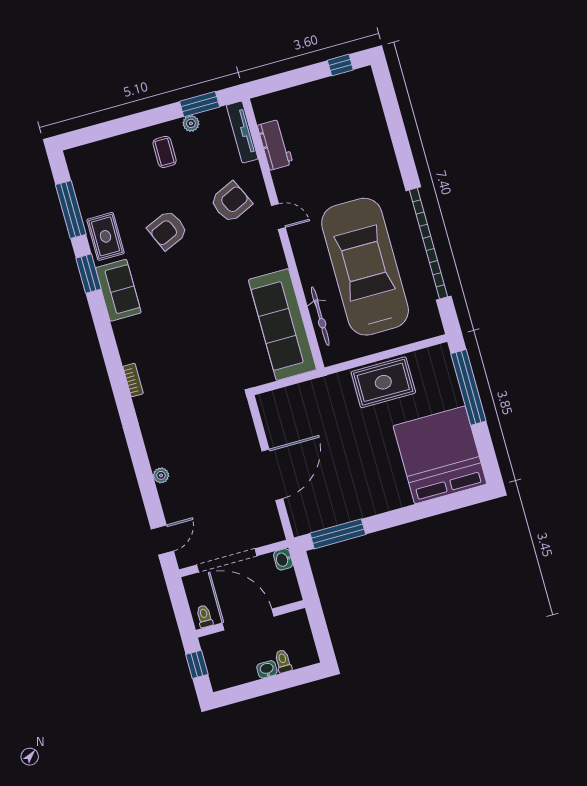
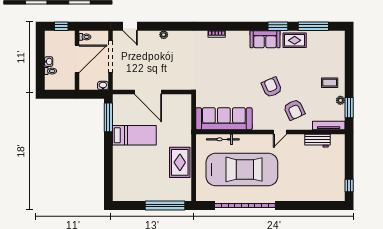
armchair: (168, 230) -> (272, 87), moved
bed: (440, 455) -> (134, 135), moved, width x0.49

